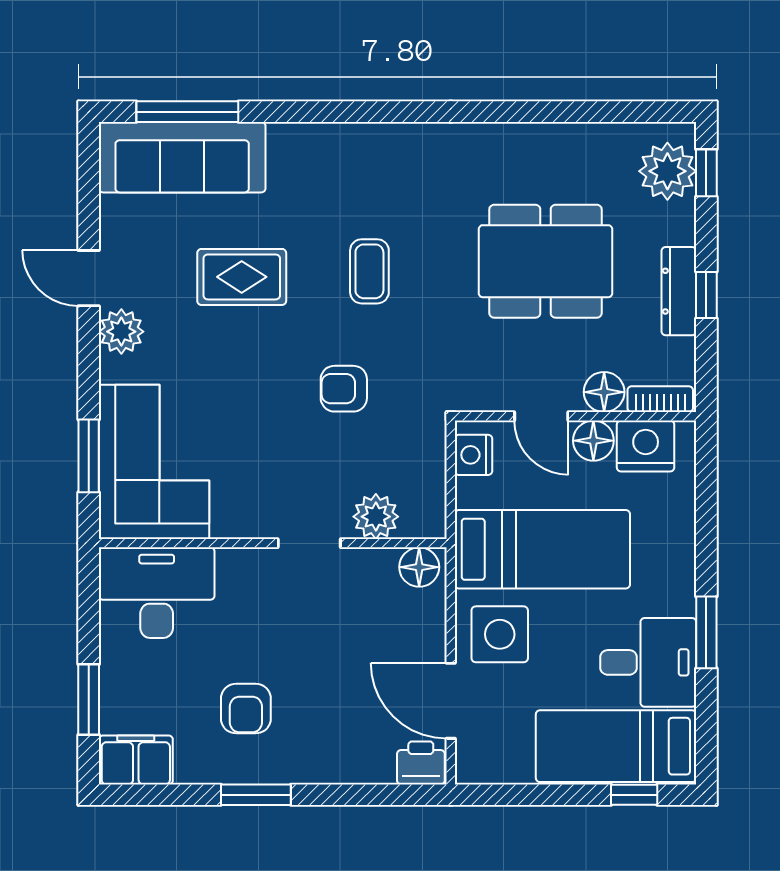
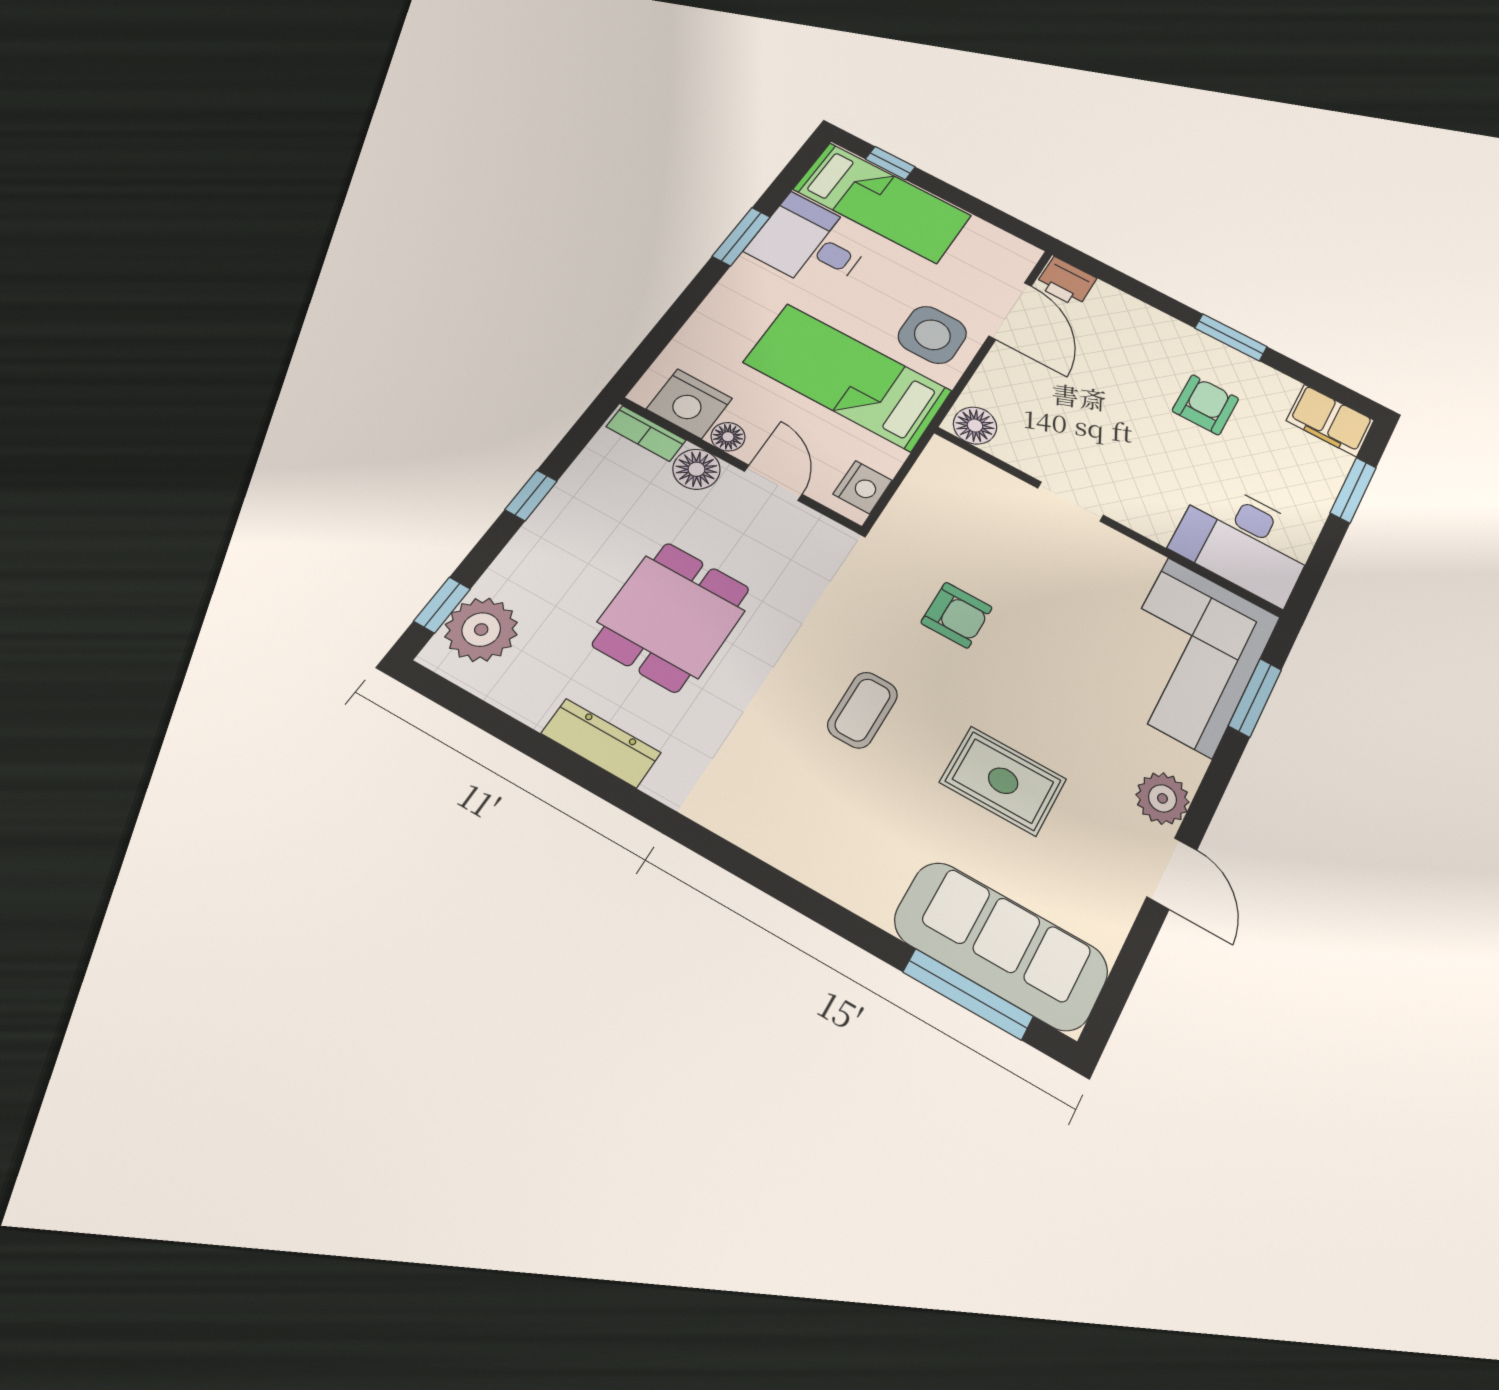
dining table: (545, 261) -> (672, 616), width x0.73
dresser: (679, 291) -> (601, 743), moved, turned -90
floor lamp: (593, 441) -> (728, 437), width x0.73, depth x0.73
plant: (376, 517) -> (992, 488), removed

